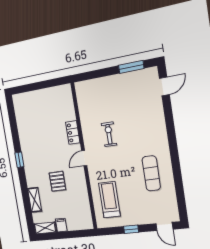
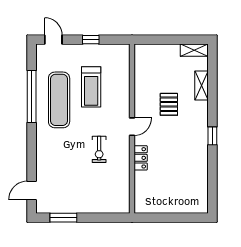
exercise mat: (151, 173) -> (59, 100), width x1.36, depth x1.45
window: (177, 173) -> (32, 96), added
treadmill: (109, 200) -> (91, 87), moved
filing cabinet: (61, 225) -> (173, 52), removed

